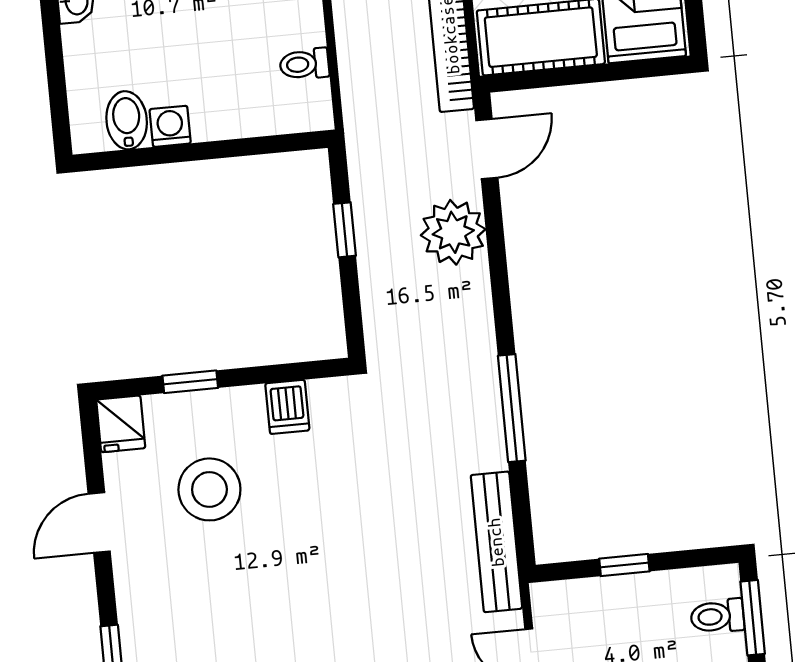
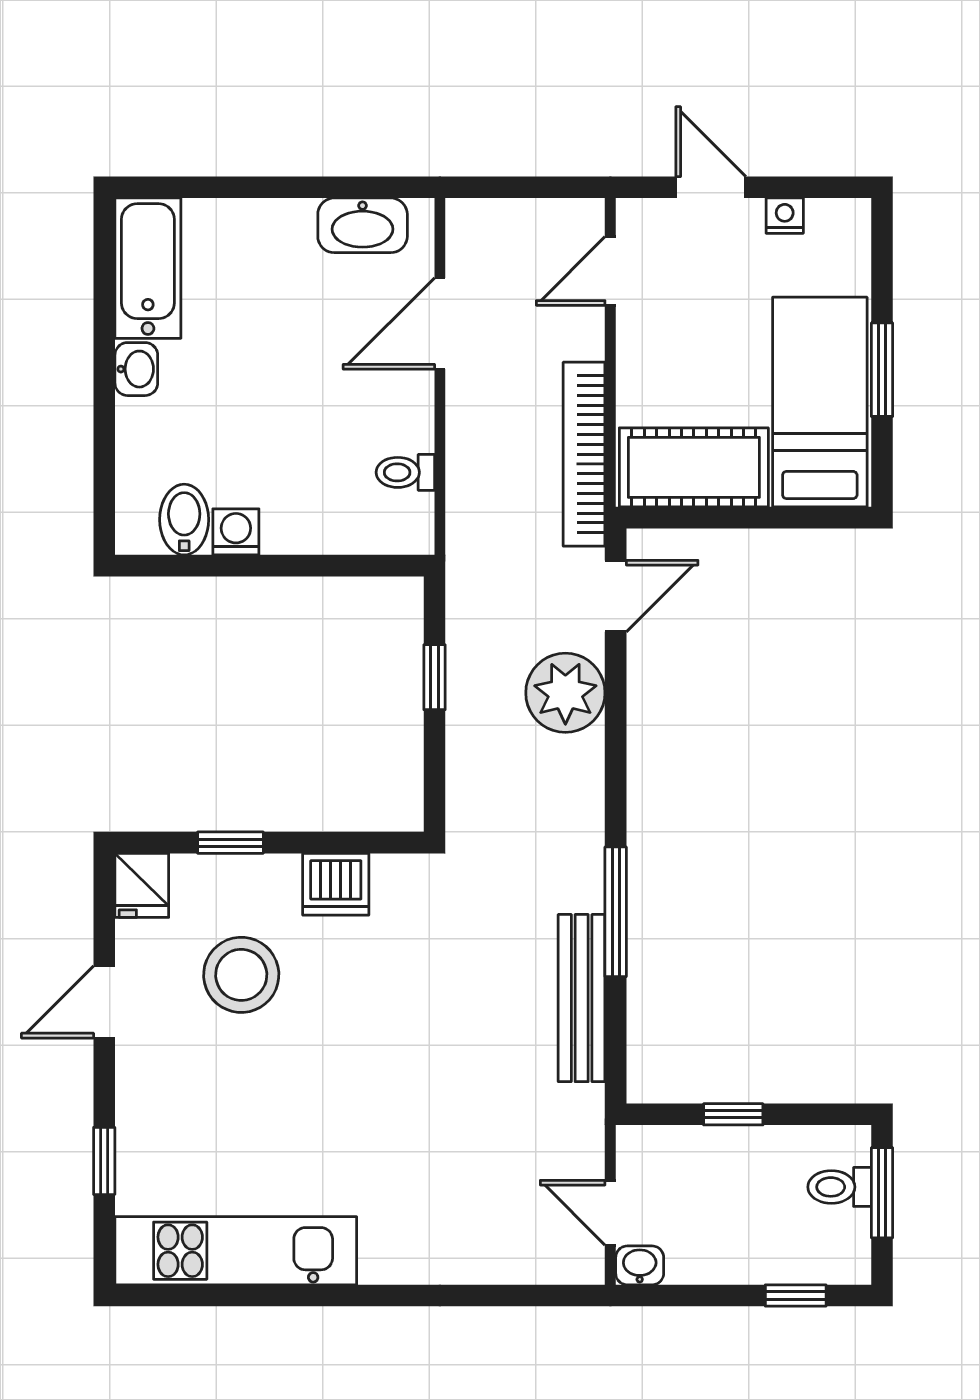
dishwasher: (287, 407) -> (336, 884), width x1.38
bench: (496, 542) -> (582, 998), moved

